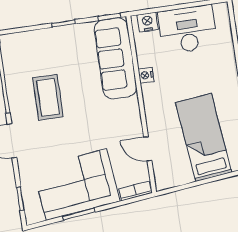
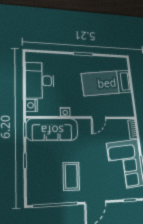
coffee table: (48, 97) -> (71, 176), turned 90
door: (148, 149) -> (99, 118), moved

